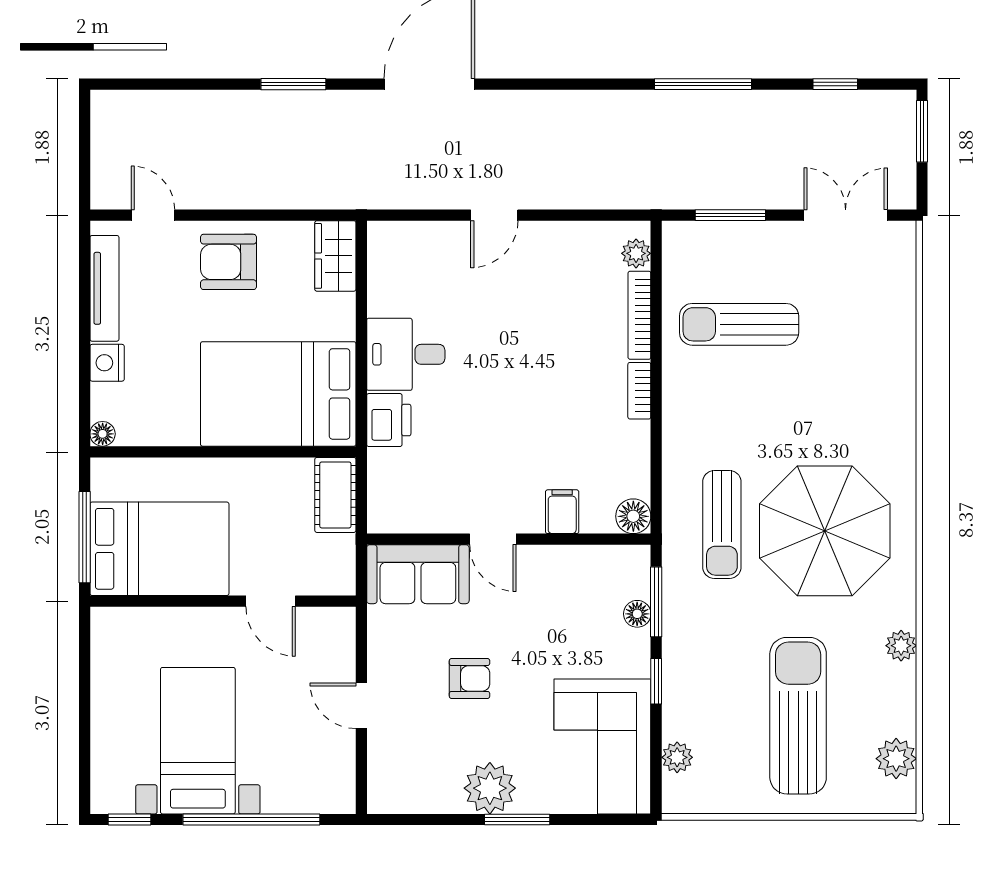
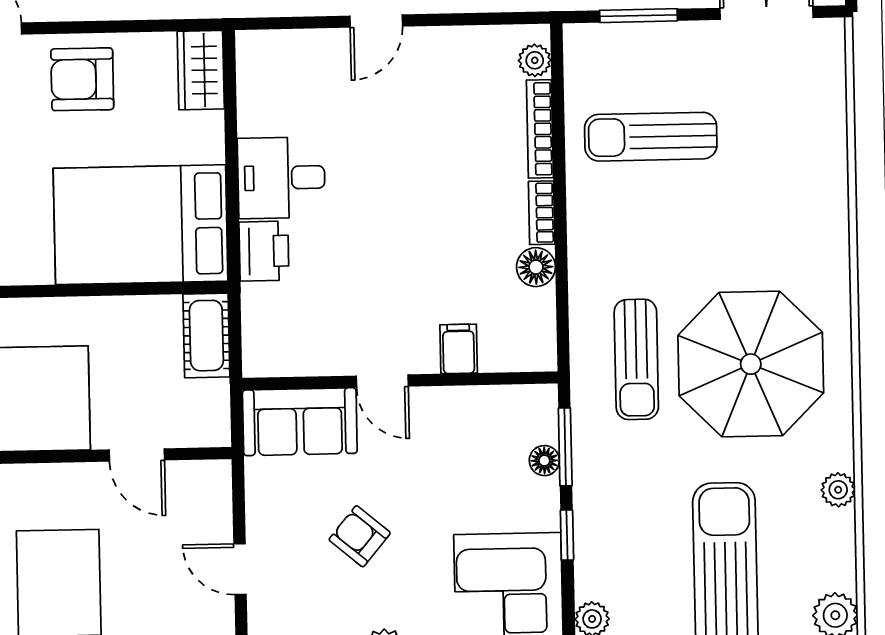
floor lamp: (633, 516) -> (536, 267), moved
armchair: (470, 678) -> (360, 536), turned -140

